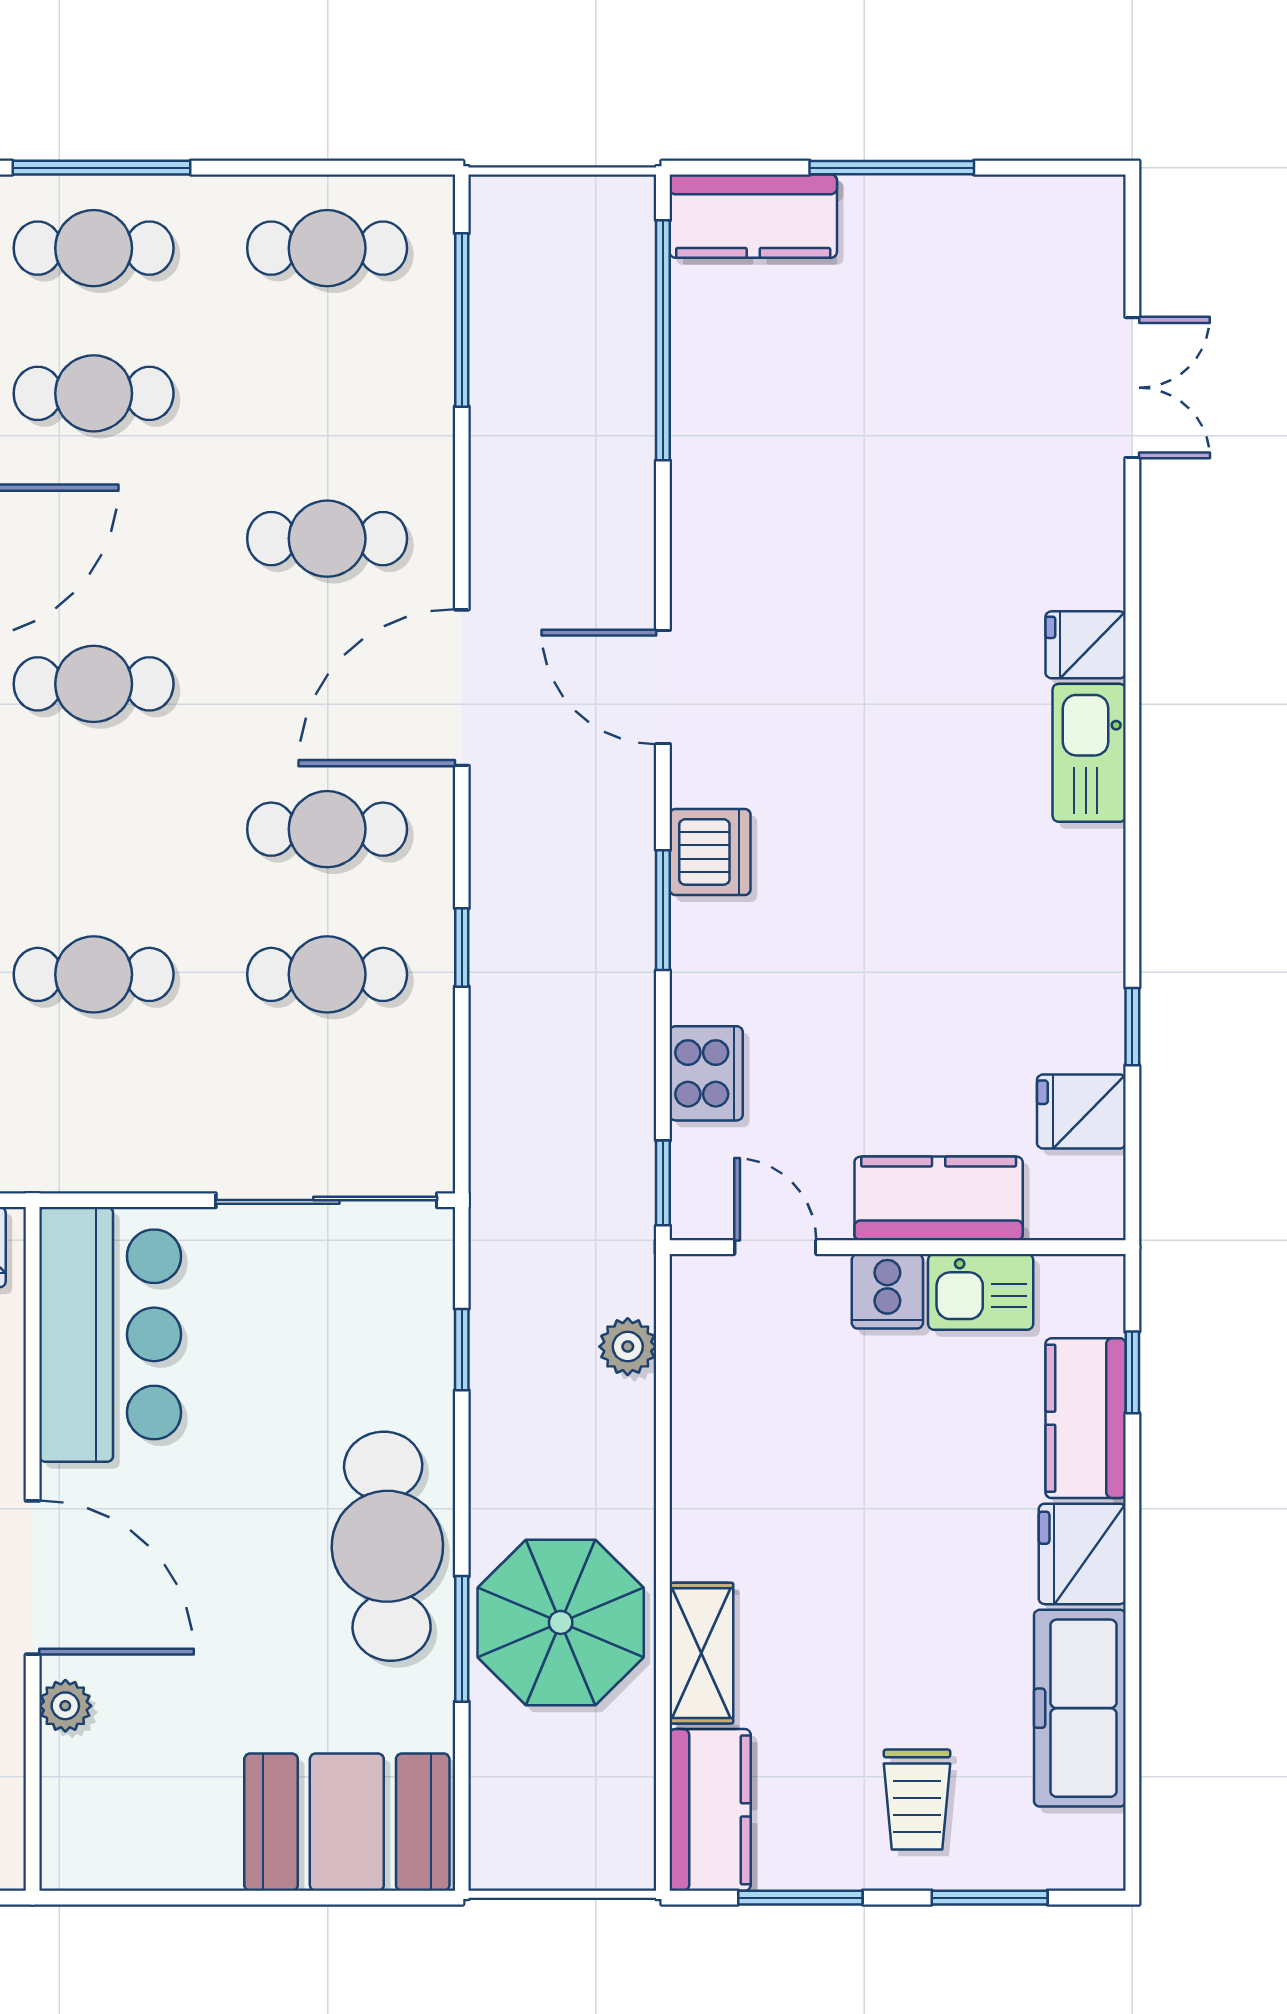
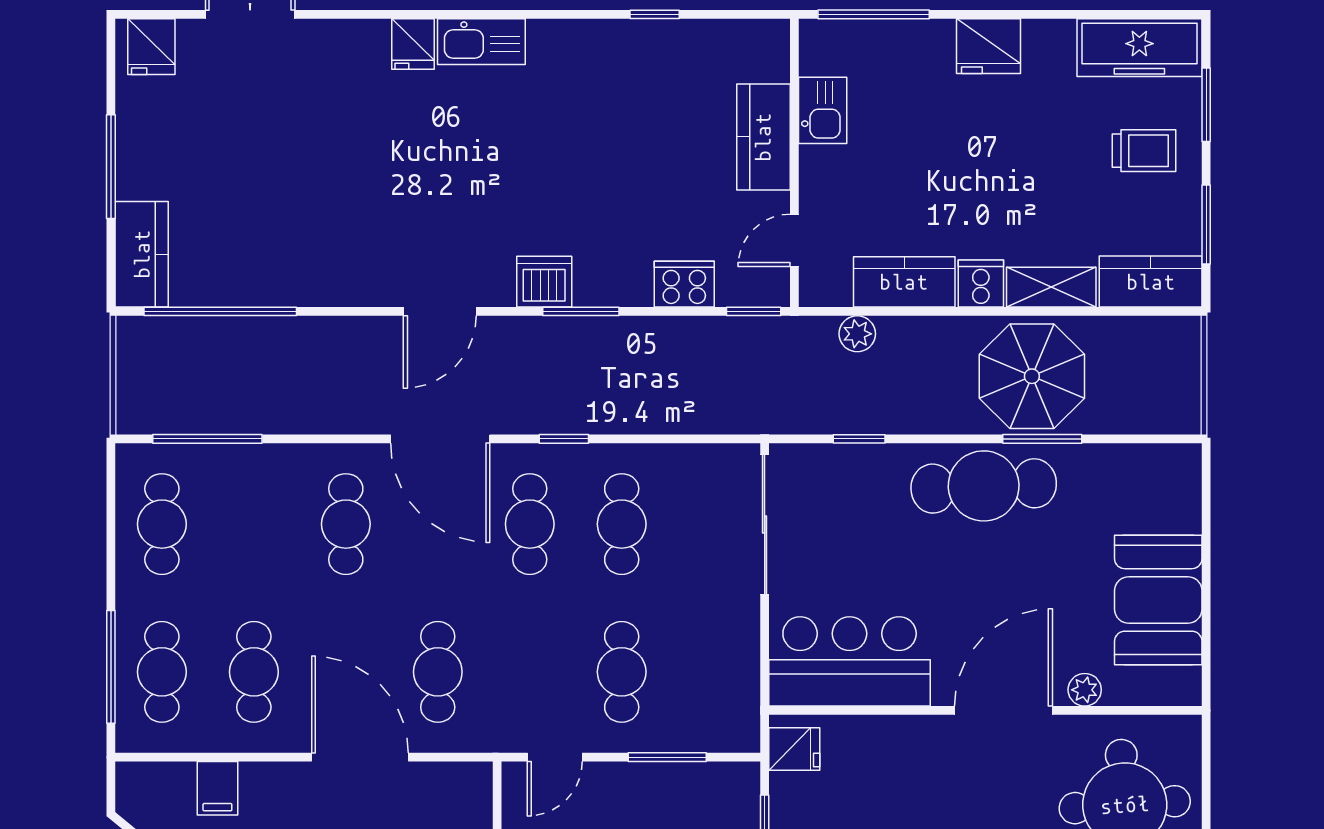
window: (462, 947) -> (564, 439), moved
fridge: (1081, 1112) -> (151, 47), moved
cooker: (887, 1291) -> (981, 284), moved, turned -90
window: (1132, 1372) -> (874, 14), width x2.17
kitchen counter: (1086, 1418) -> (904, 282), moved, turned 180
freezer: (1080, 1708) -> (1139, 48), moved
booth: (347, 1822) -> (1158, 600), moved

